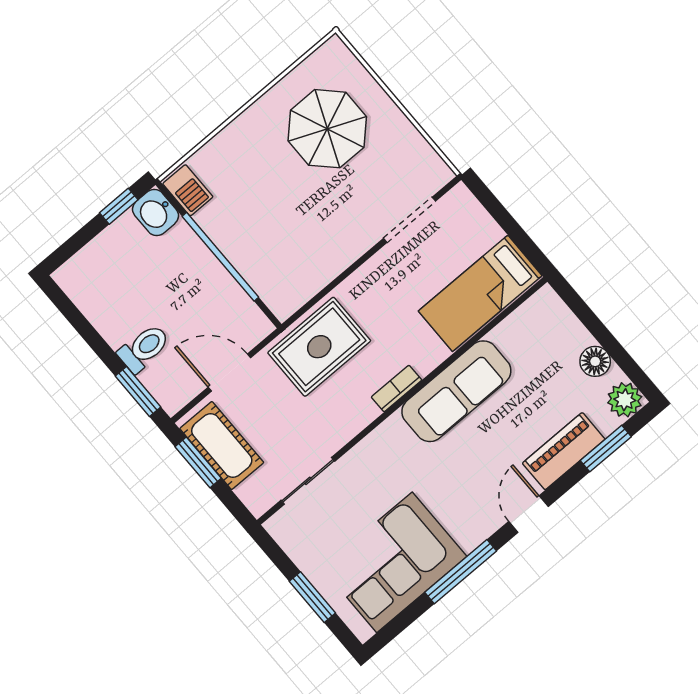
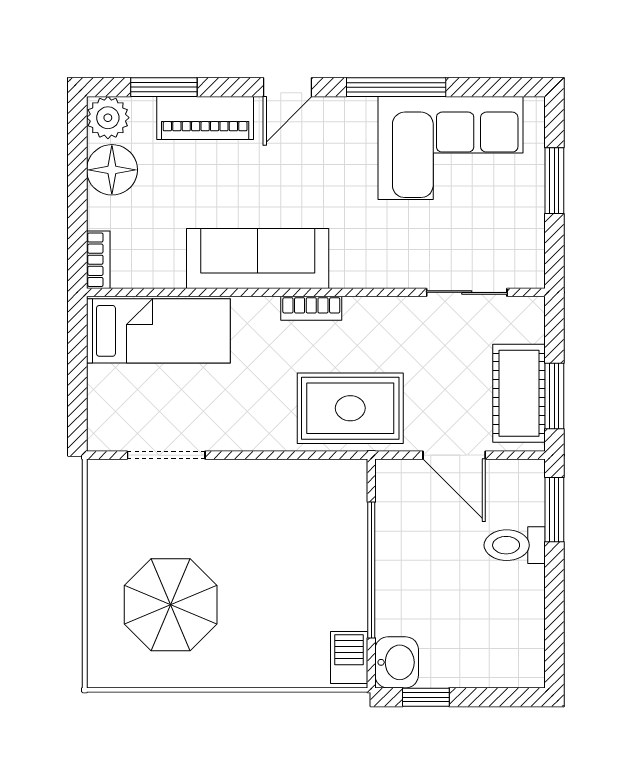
bookcase: (555, 306) -> (98, 260), added
floor lamp: (595, 361) -> (112, 170), width x1.38, depth x1.38

